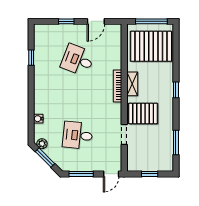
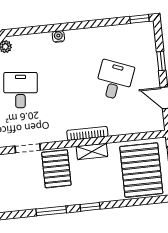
window: (31, 58) -> (139, 19), moved
water cooler: (38, 119) -> (58, 36), moved
window: (176, 143) -> (51, 211), moved

